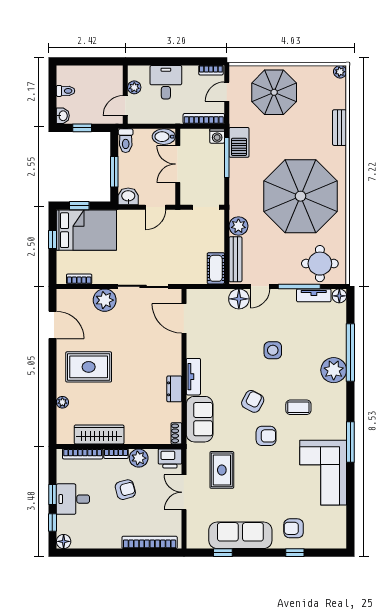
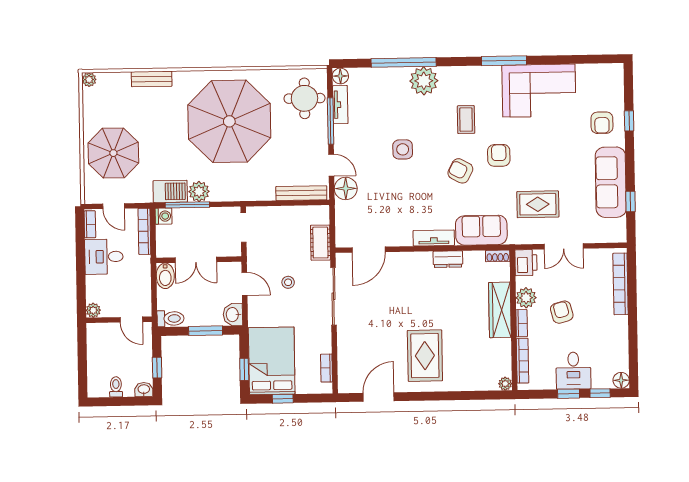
desk: (166, 82) -> (104, 257), moved
plant: (134, 87) -> (93, 310), moved
plant: (238, 226) -> (199, 192), moved
stool: (156, 246) -> (288, 282), added
cot: (216, 268) -> (320, 243), moved, turned 90
plant: (105, 300) -> (350, 339), removed
plant: (62, 402) -> (505, 384), moved
wardrobe: (99, 434) -> (500, 310), moved

